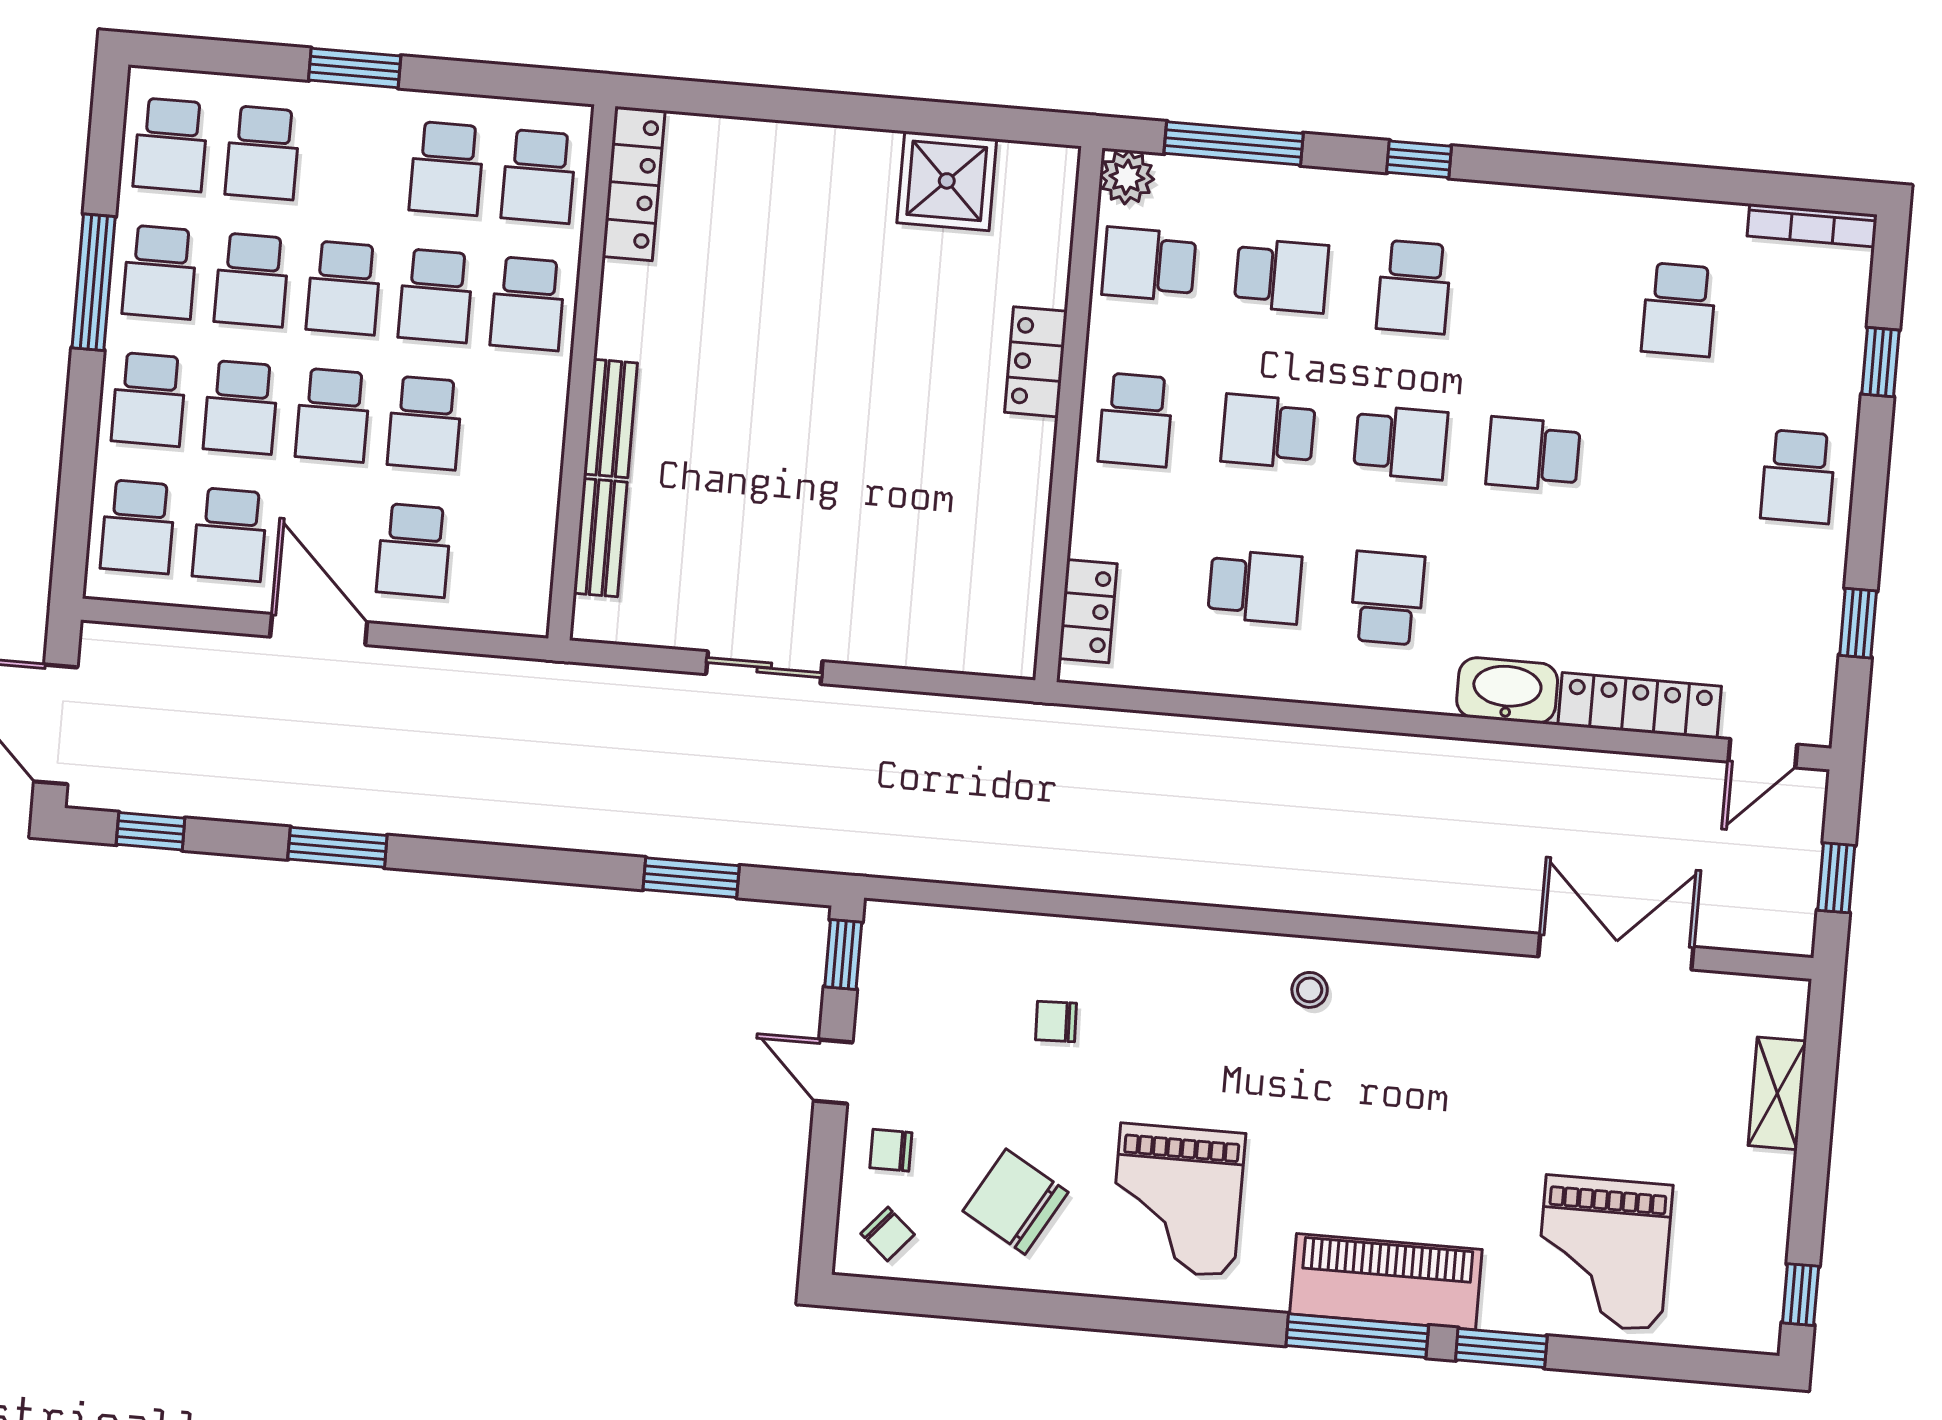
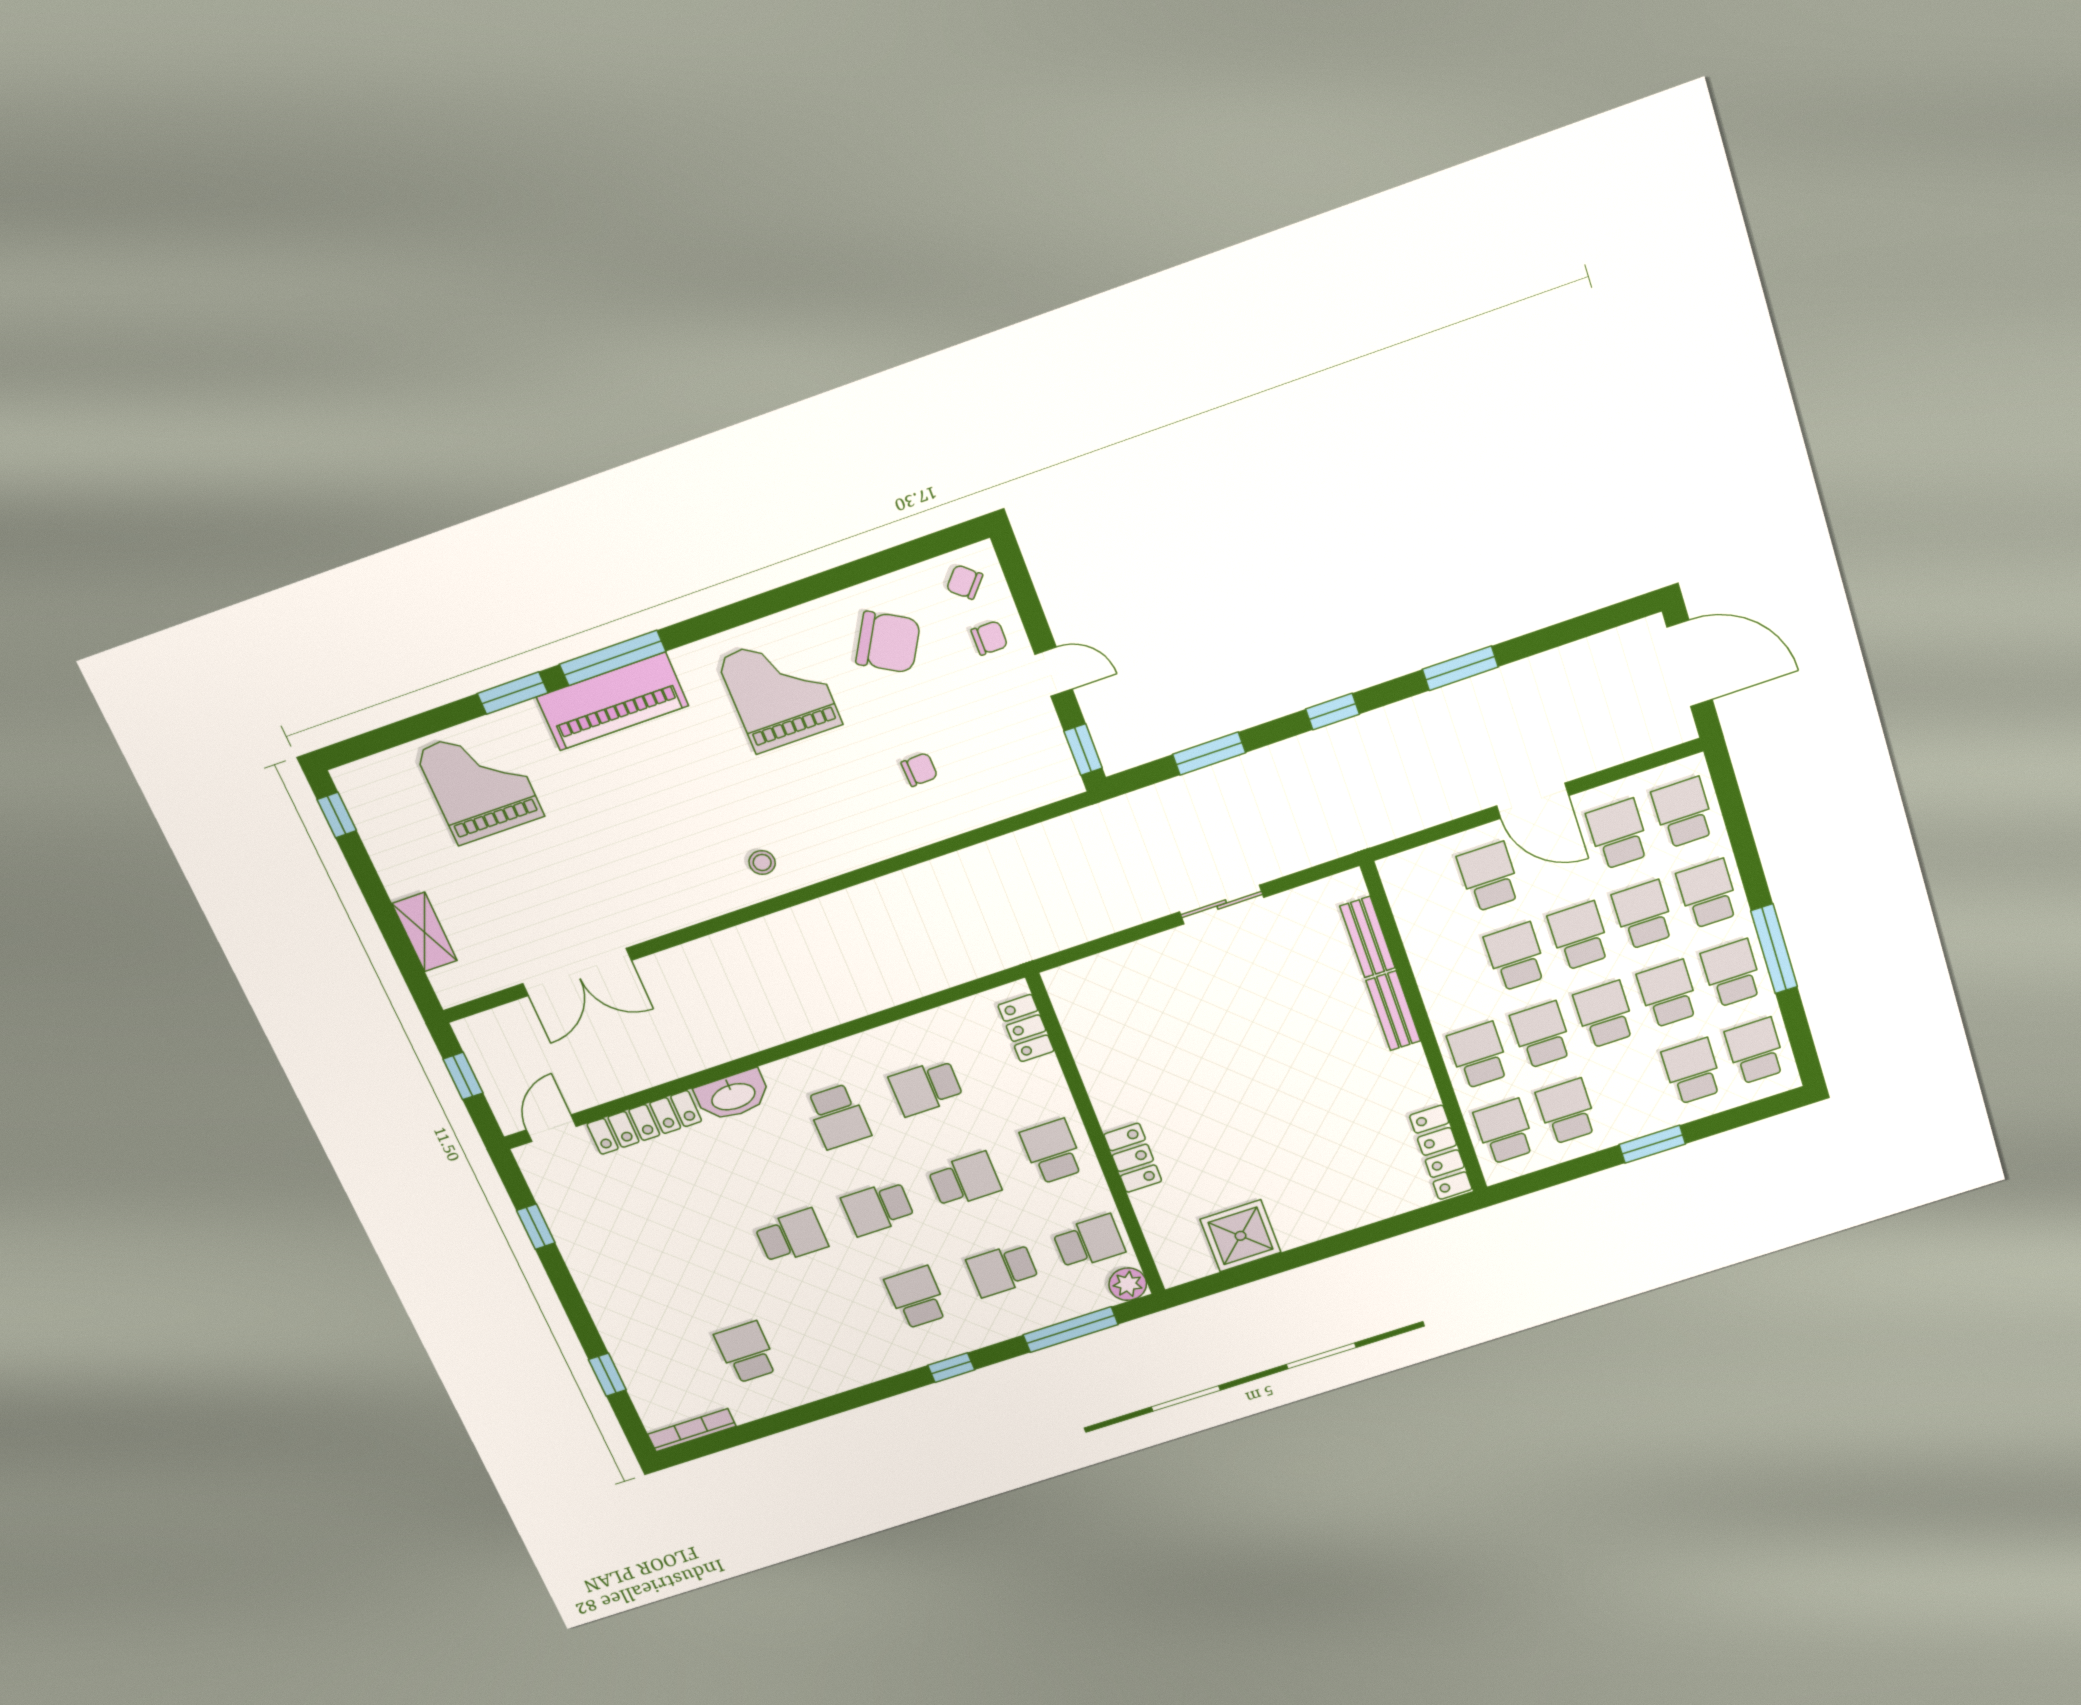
school desk: (1798, 477) -> (621, 1292), removed
window: (151, 831) -> (1333, 712), moved

